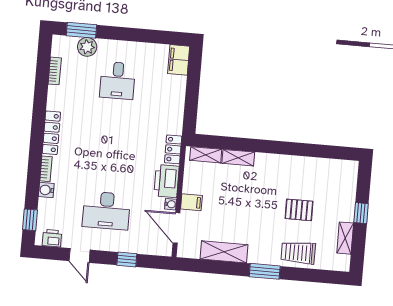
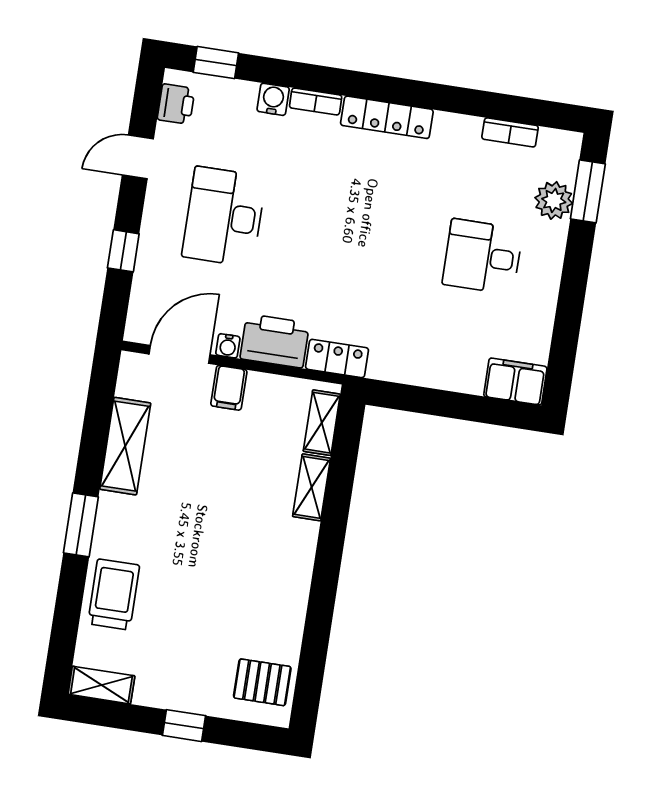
pallet: (299, 210) -> (262, 682), moved, turned 90
shelving: (345, 238) -> (101, 685), moved

